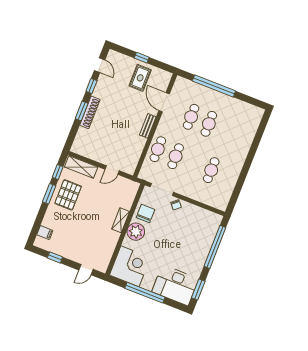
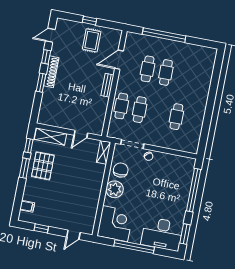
door: (100, 65) -> (50, 35), swing flipped
door: (164, 102) -> (119, 60), hinge flipped
shoe rack: (90, 112) -> (51, 72), moved
shelving: (121, 220) -> (104, 152), moved

